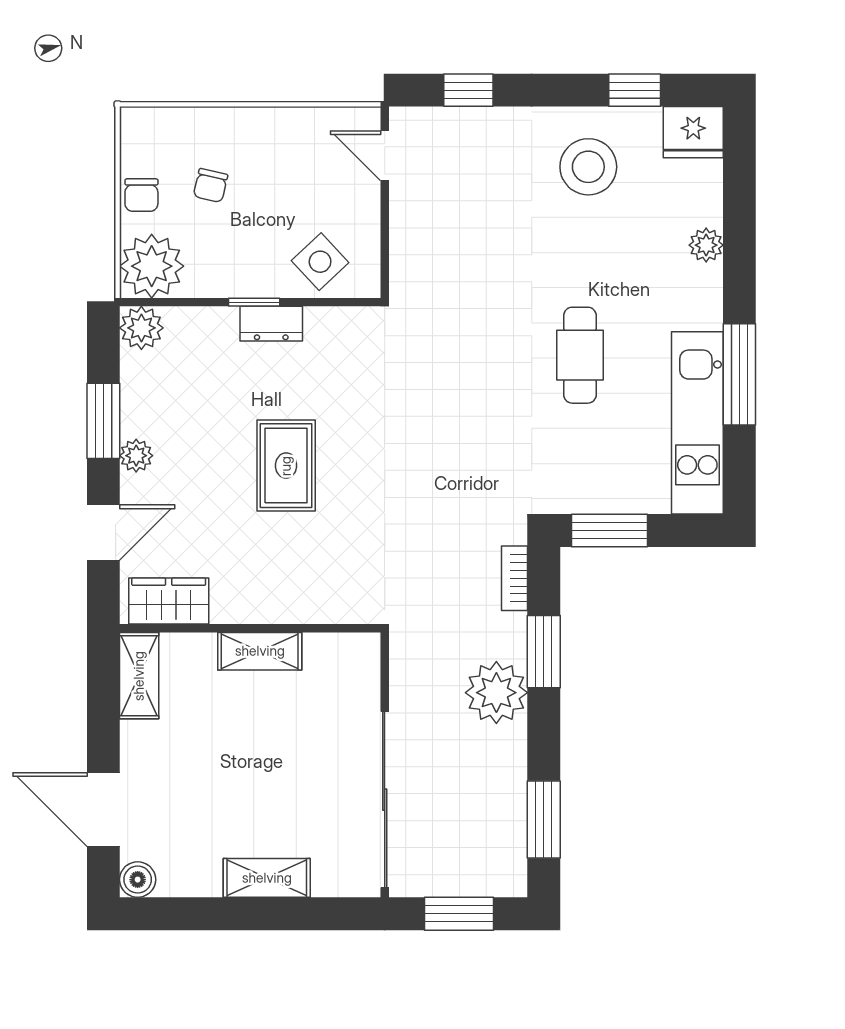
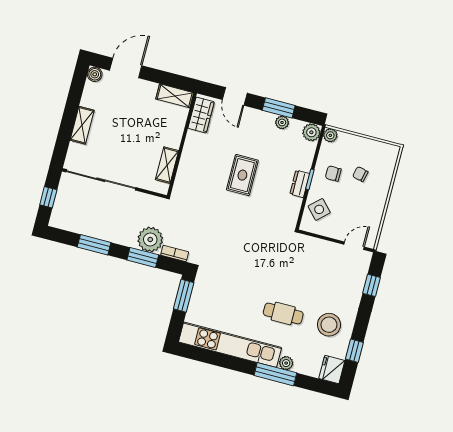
chair: (141, 195) -> (333, 174), moved
plant: (152, 266) -> (330, 135), width x0.53, depth x0.53
cafe table: (580, 355) -> (283, 313), moved
window: (739, 374) -> (275, 374), moved
kitchen unit: (697, 423) -> (230, 345), width x1.36
plant: (136, 456) -> (282, 122), moved
rug: (286, 466) -> (242, 175), turned 90
shelving: (260, 651) -> (167, 165), moved
plant: (496, 693) -> (150, 239), moved
window: (544, 819) -> (94, 245), moved
window: (459, 914) -> (48, 197), width x0.67

